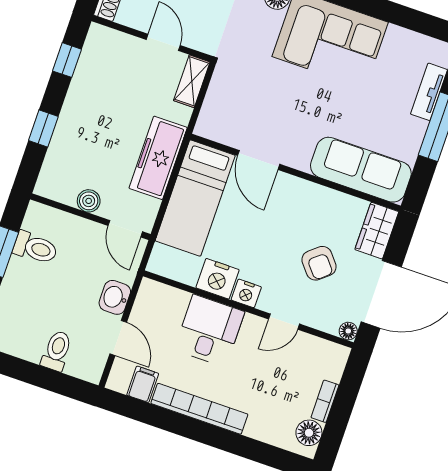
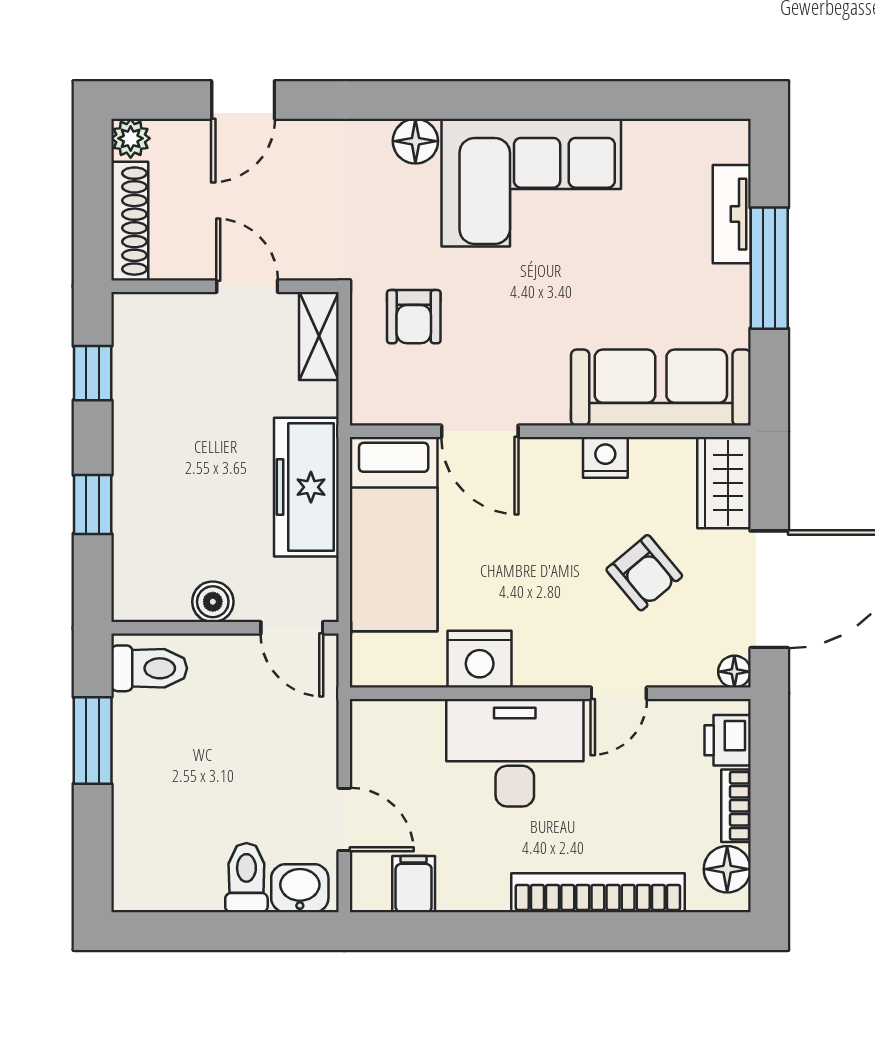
armchair: (245, 88) -> (414, 317), added
toilet: (35, 248) -> (149, 668), moved
nightstand: (246, 293) -> (605, 457), moved, turned 180
washbasin: (115, 297) -> (300, 888), moved, turned 90
desk: (209, 331) -> (515, 753), width x1.37
printer: (332, 366) -> (728, 740), added
bookcase: (199, 409) -> (598, 893), moved

